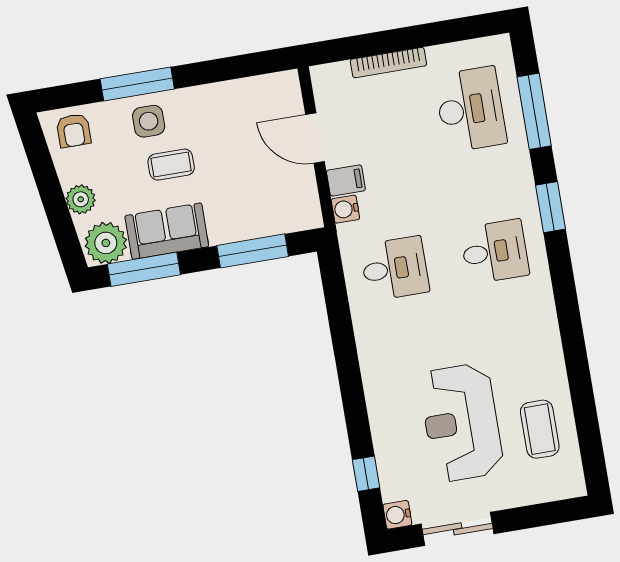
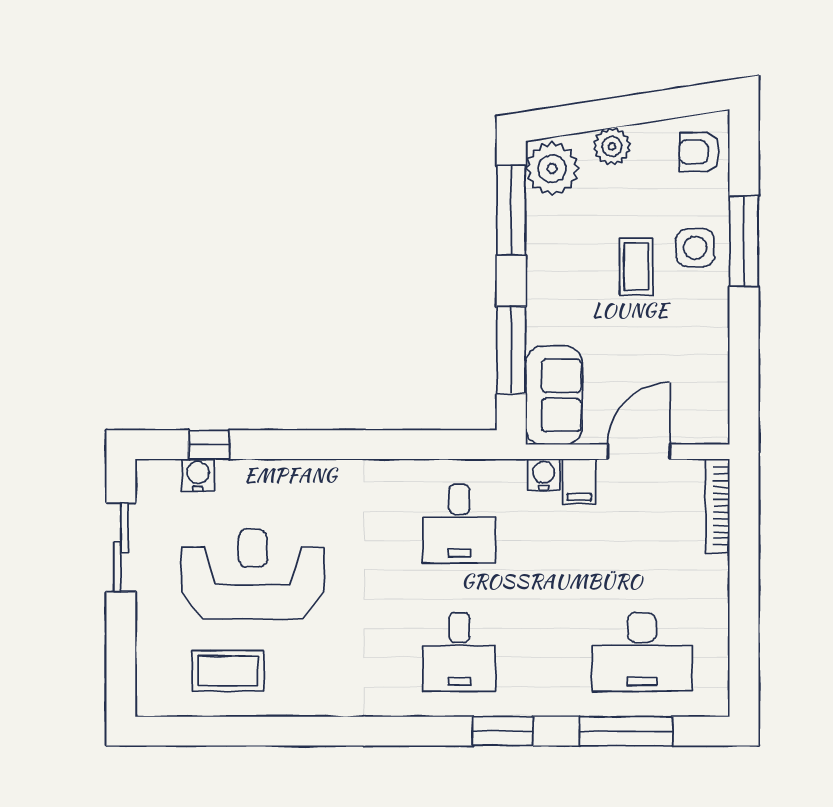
bookcase: (388, 63) -> (718, 506), moved
sofa: (167, 231) -> (554, 395), moved
water cooler: (397, 515) -> (198, 475), moved

